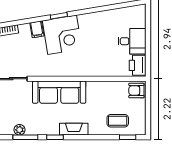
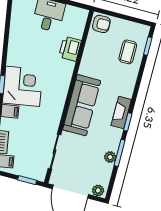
printer: (138, 65) -> (70, 49), moved, turned 90
armchair: (136, 91) -> (101, 24), turned -90
fireplace: (74, 129) -> (121, 112), moved

